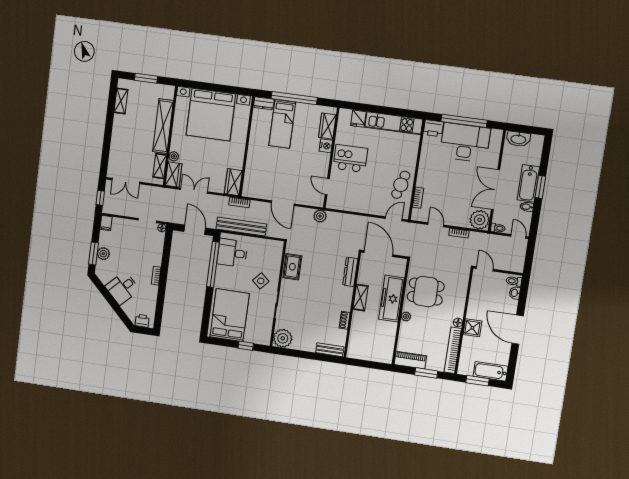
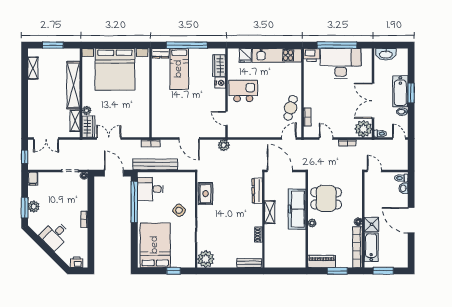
wardrobe: (233, 182) -> (143, 126), removed
bathtub: (491, 371) -> (371, 247), moved, turned 90

